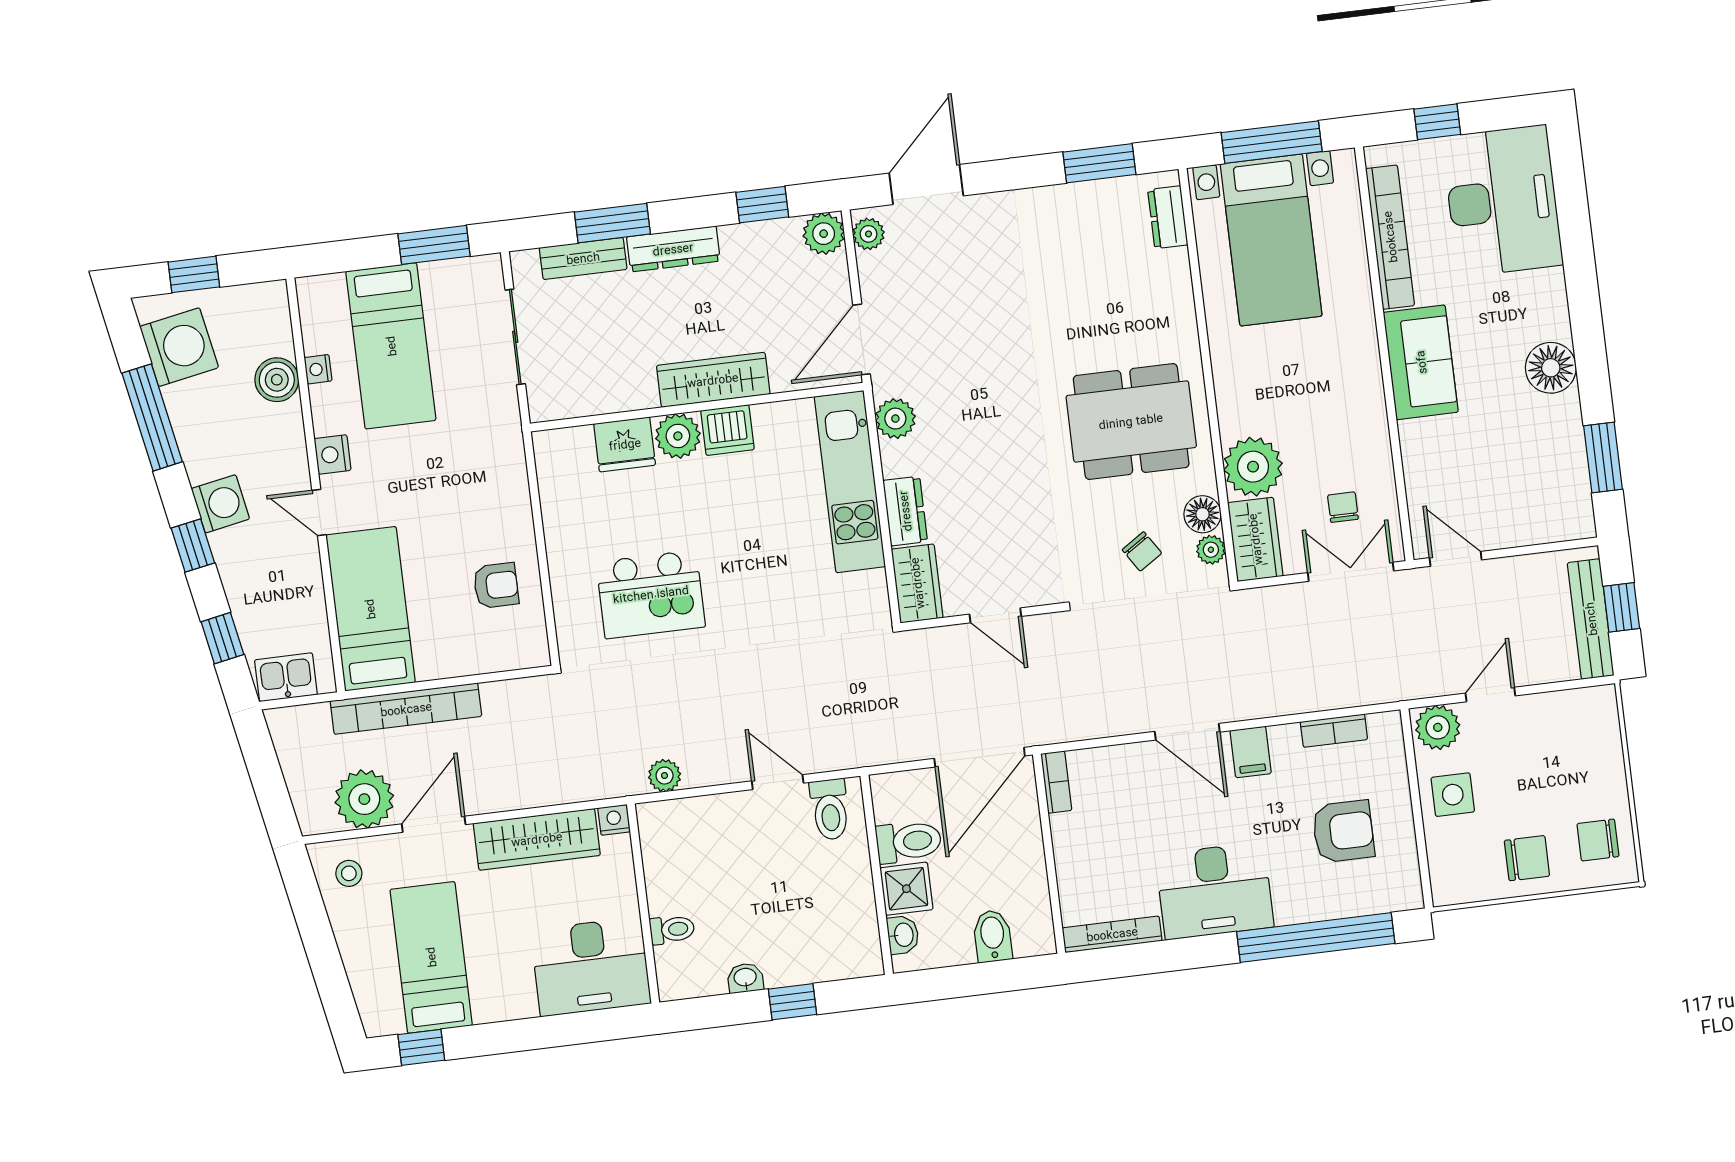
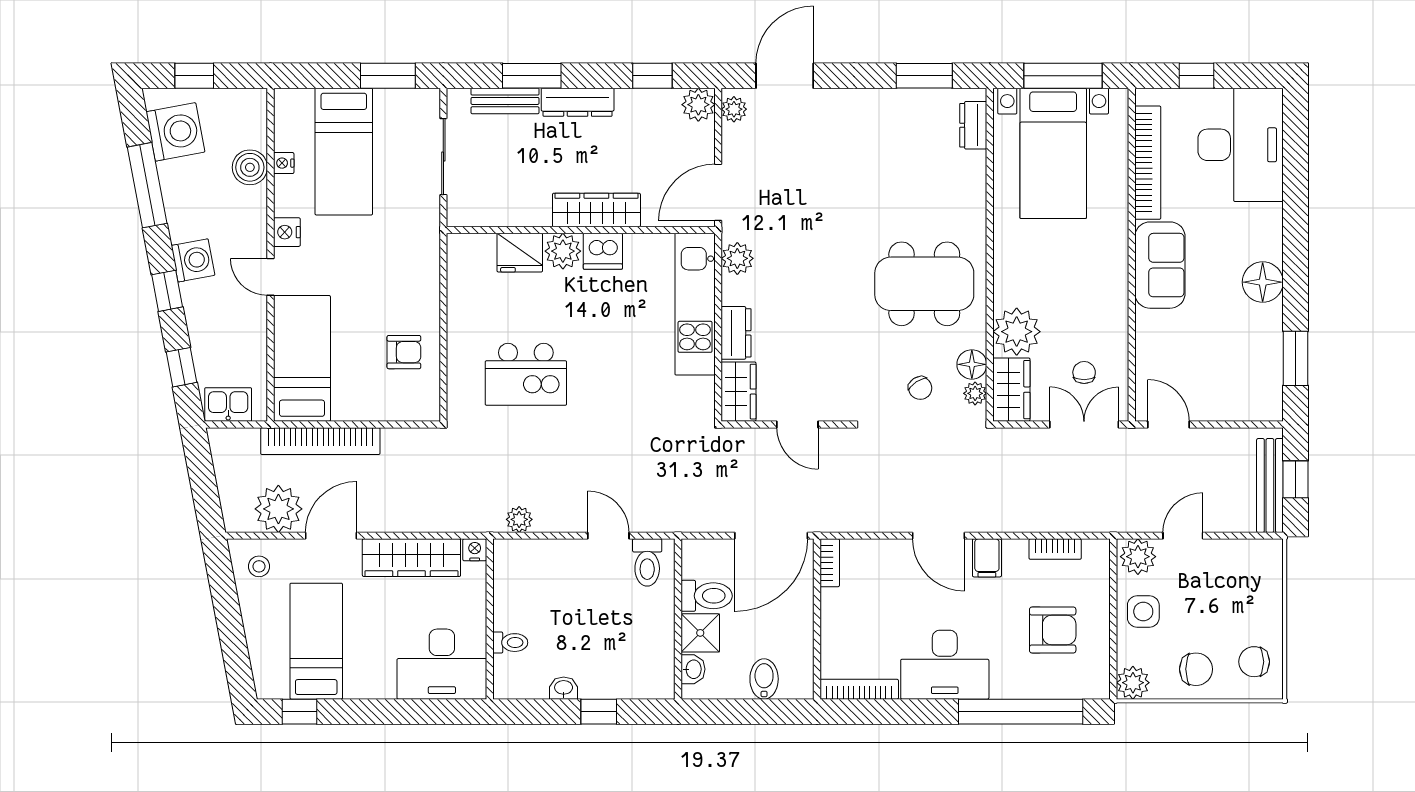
plant: (1451, 885) -> (1133, 683), added

